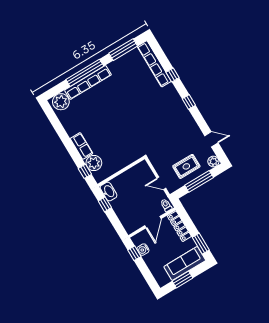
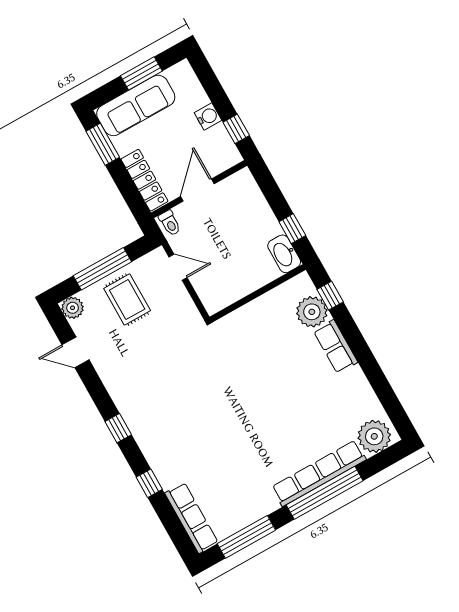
row of seats: (154, 64) -> (191, 518), width x0.73
rug: (186, 166) -> (127, 300), turned 90
water cooler: (143, 250) -> (208, 117), moved

